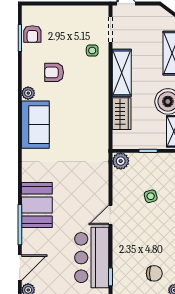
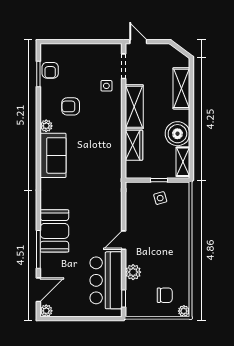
plant: (121, 161) -> (133, 272), moved
side table: (151, 196) -> (160, 198), moved

